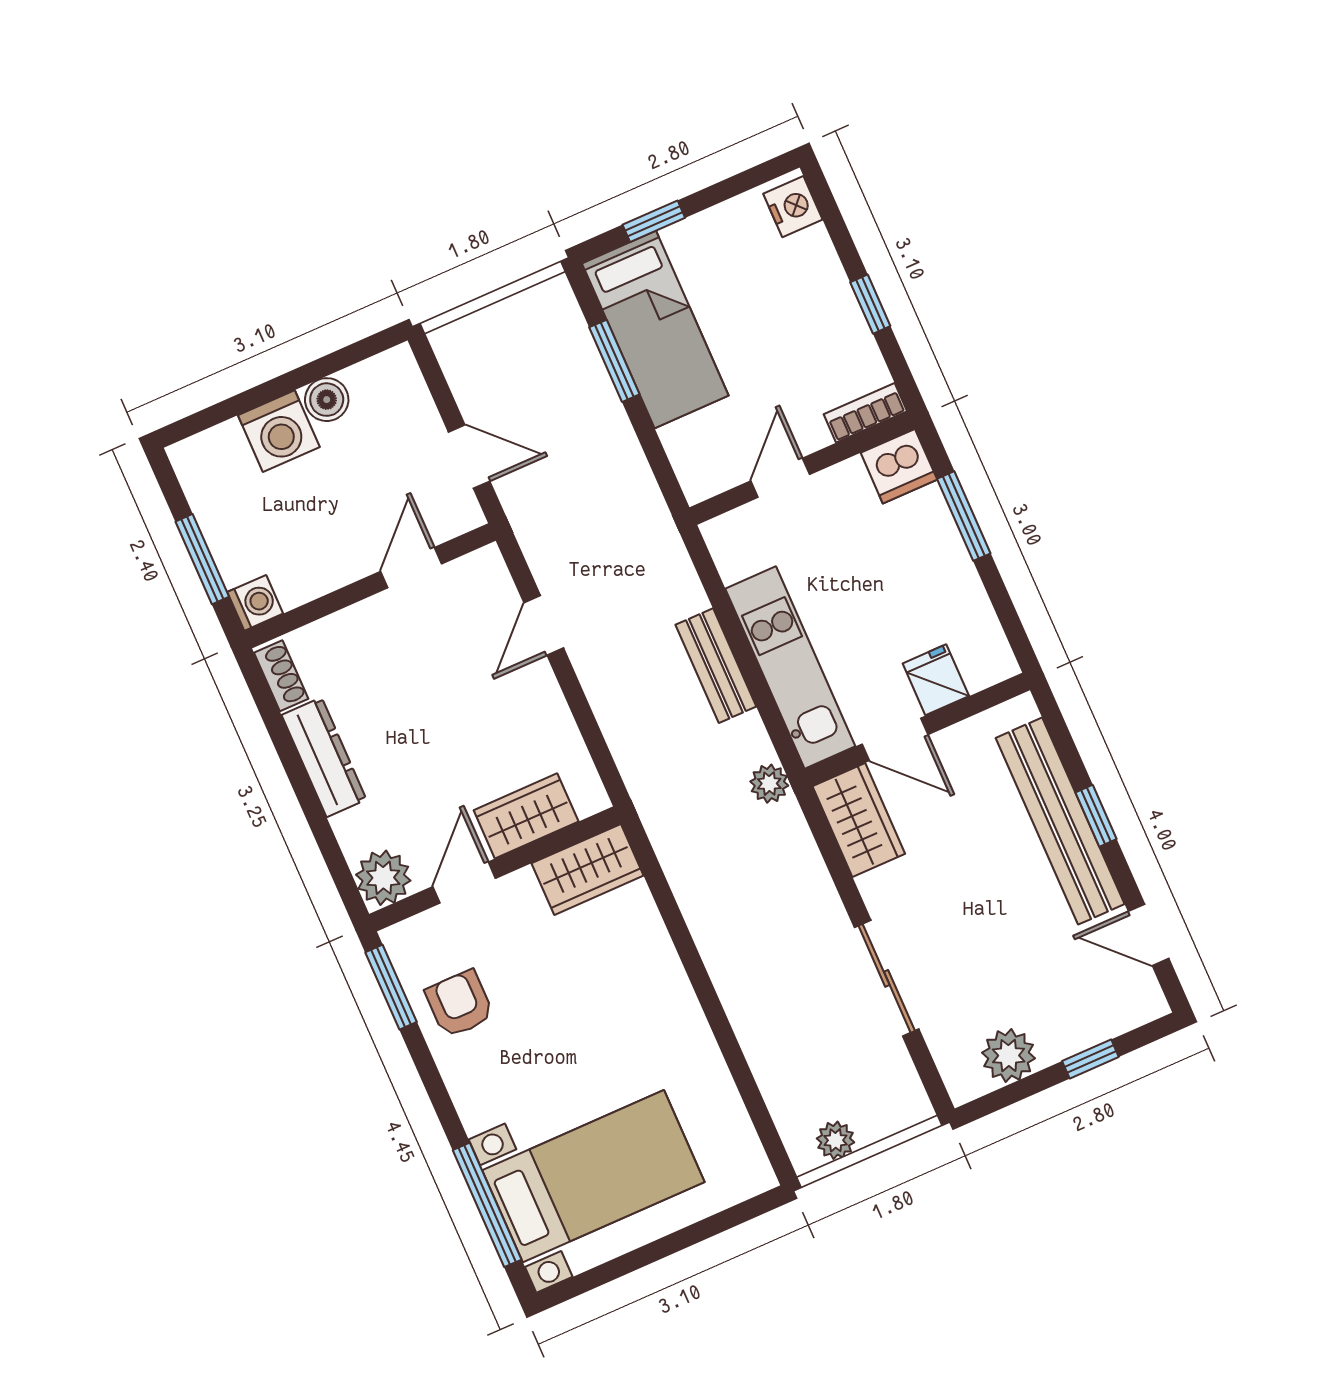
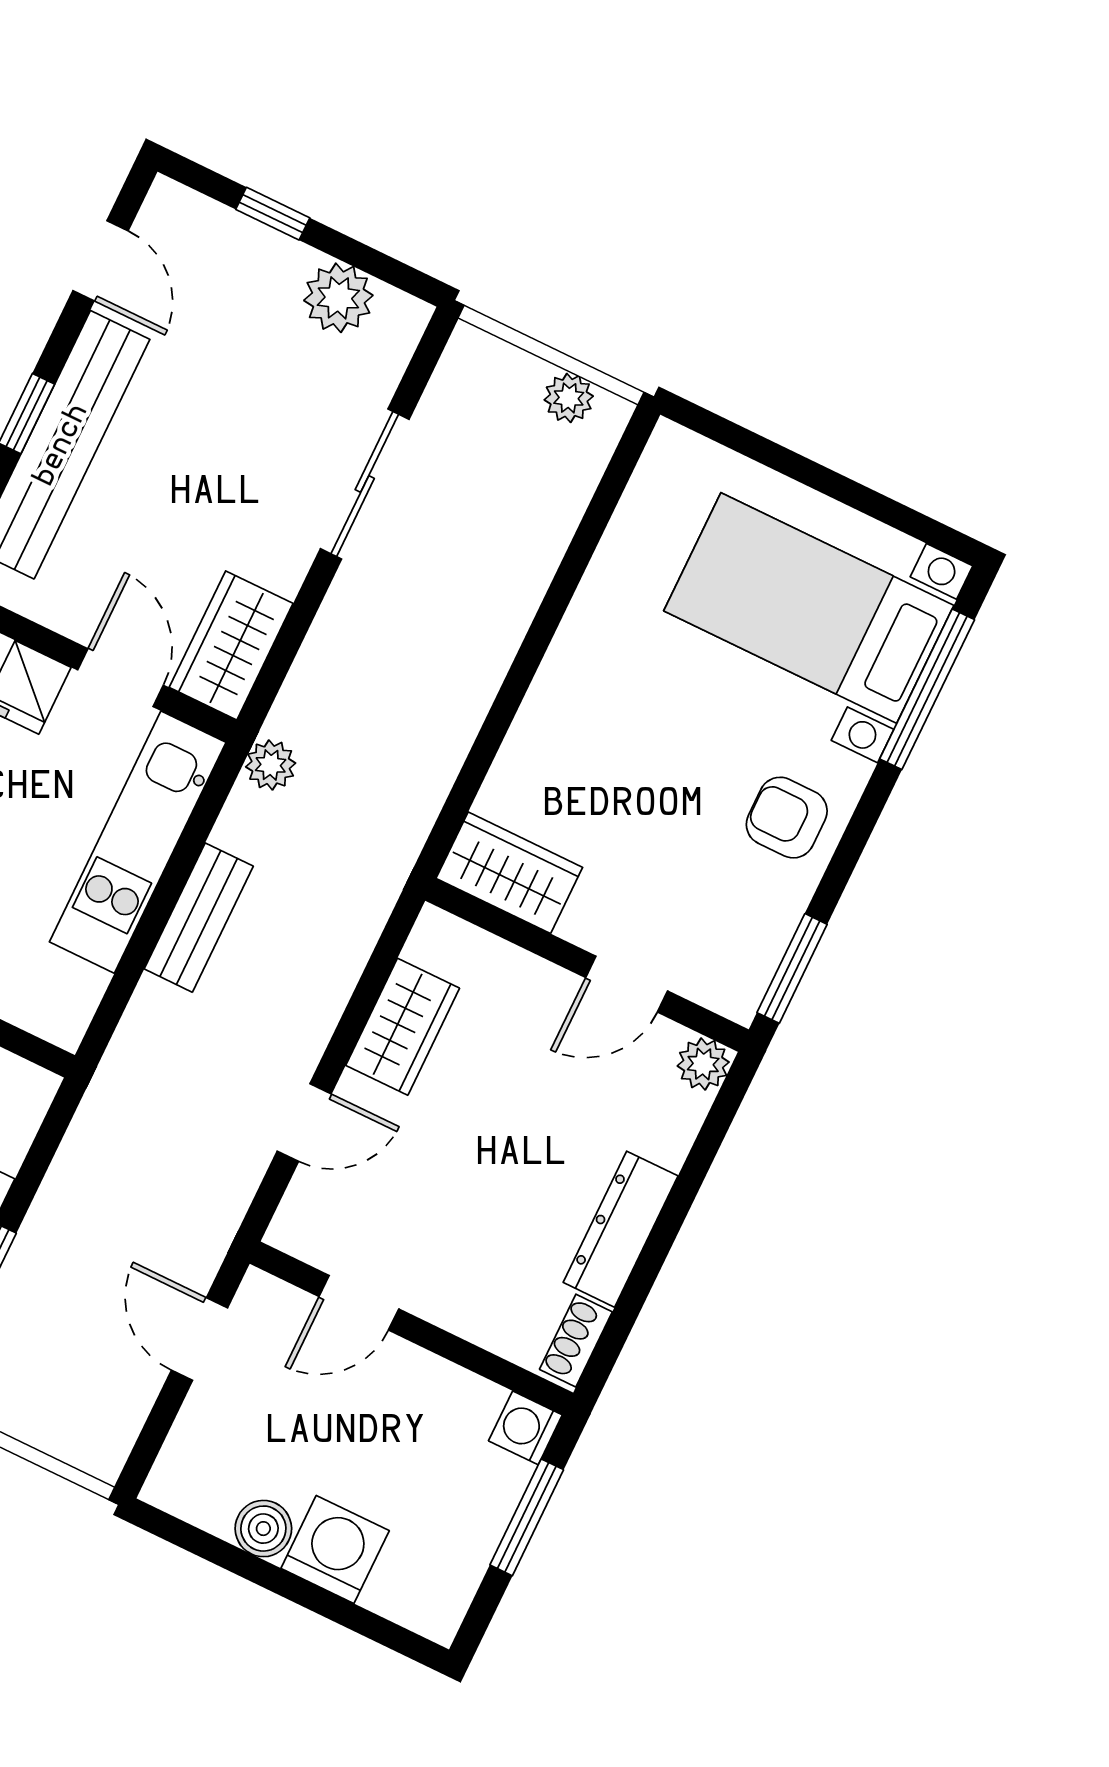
wardrobe: (526, 816) -> (403, 1027), moved, turned -90
plant: (383, 878) -> (703, 1064), width x0.73, depth x0.73
armchair: (459, 1004) -> (787, 818), moved, turned 90

